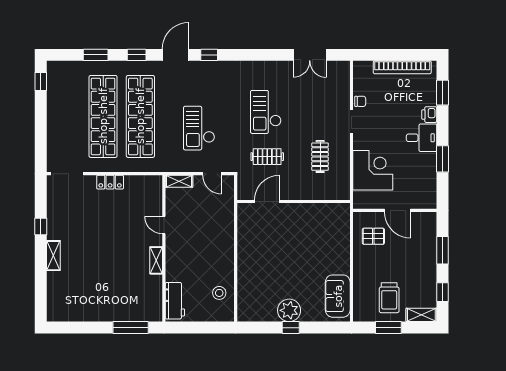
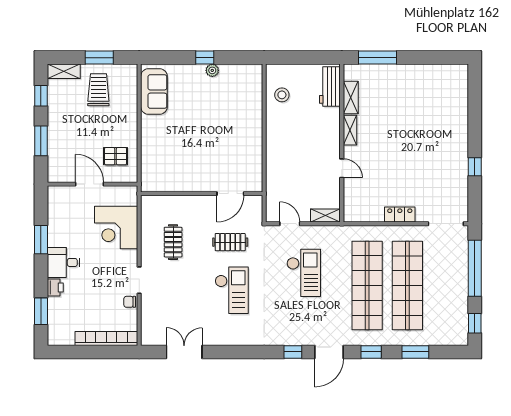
bookcase: (402, 67) -> (106, 339), moved
window: (41, 133) -> (475, 268), added
shelving: (53, 256) -> (351, 98), moved
plant: (289, 310) -> (212, 70), width x0.53, depth x0.53

